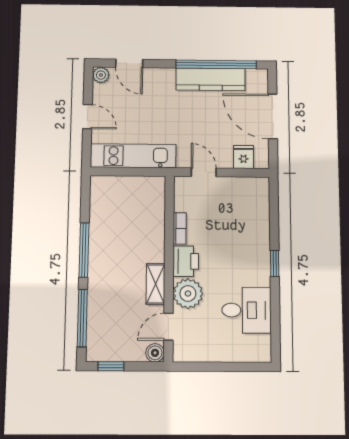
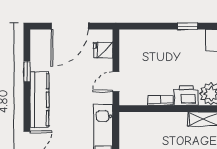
window: (216, 64) -> (27, 72), width x0.32
kitchen counter: (211, 79) -> (39, 100), moved

